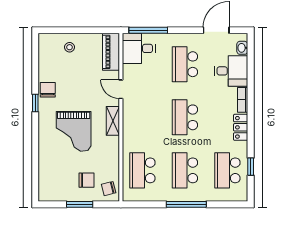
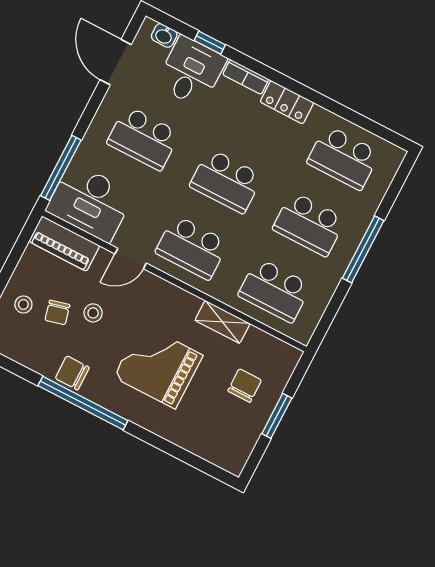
desk: (139, 48) -> (90, 202), width x1.37
stool: (83, 85) -> (93, 313), added
window: (35, 103) -> (83, 403), width x3.17
school desk: (142, 117) -> (192, 247), added
shelving: (113, 121) -> (222, 322), moved
grand piano: (74, 131) -> (158, 366), turned 180
window: (251, 167) -> (210, 43), moved
chair: (109, 189) -> (57, 312), moved

